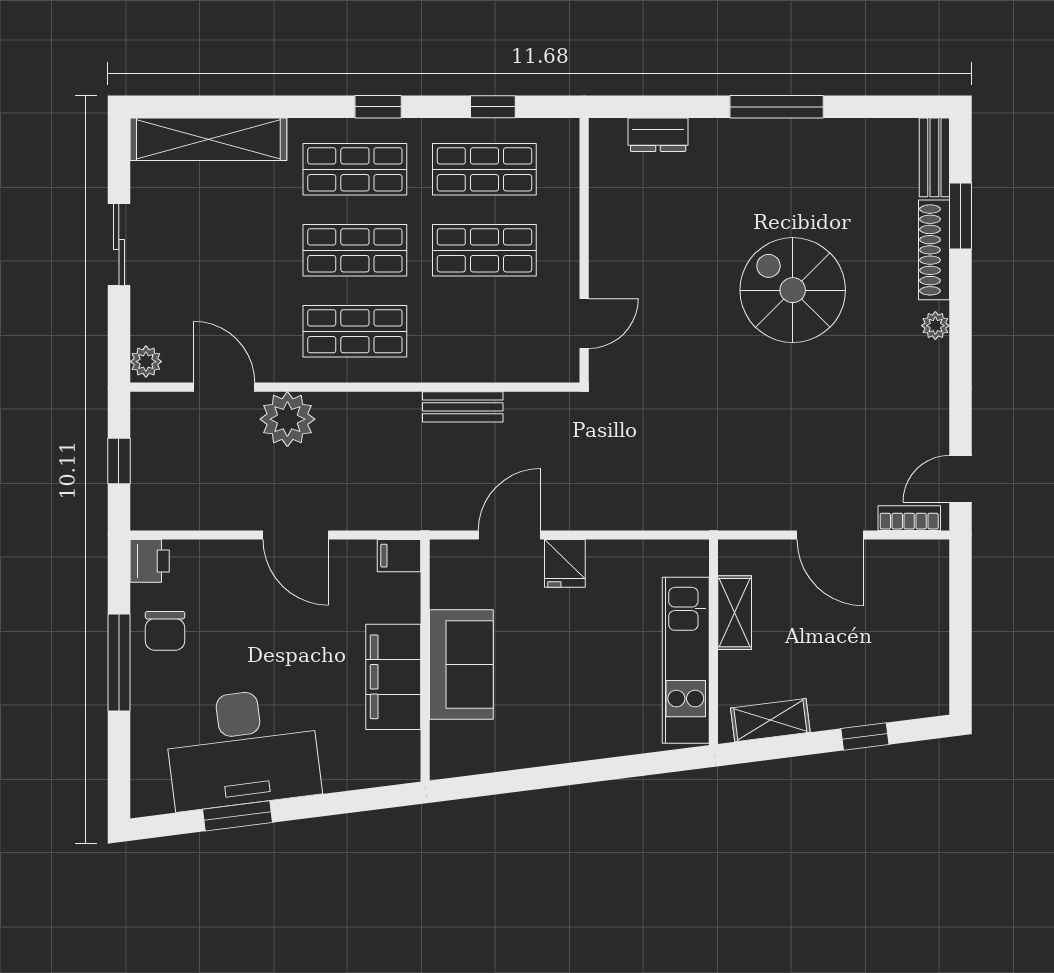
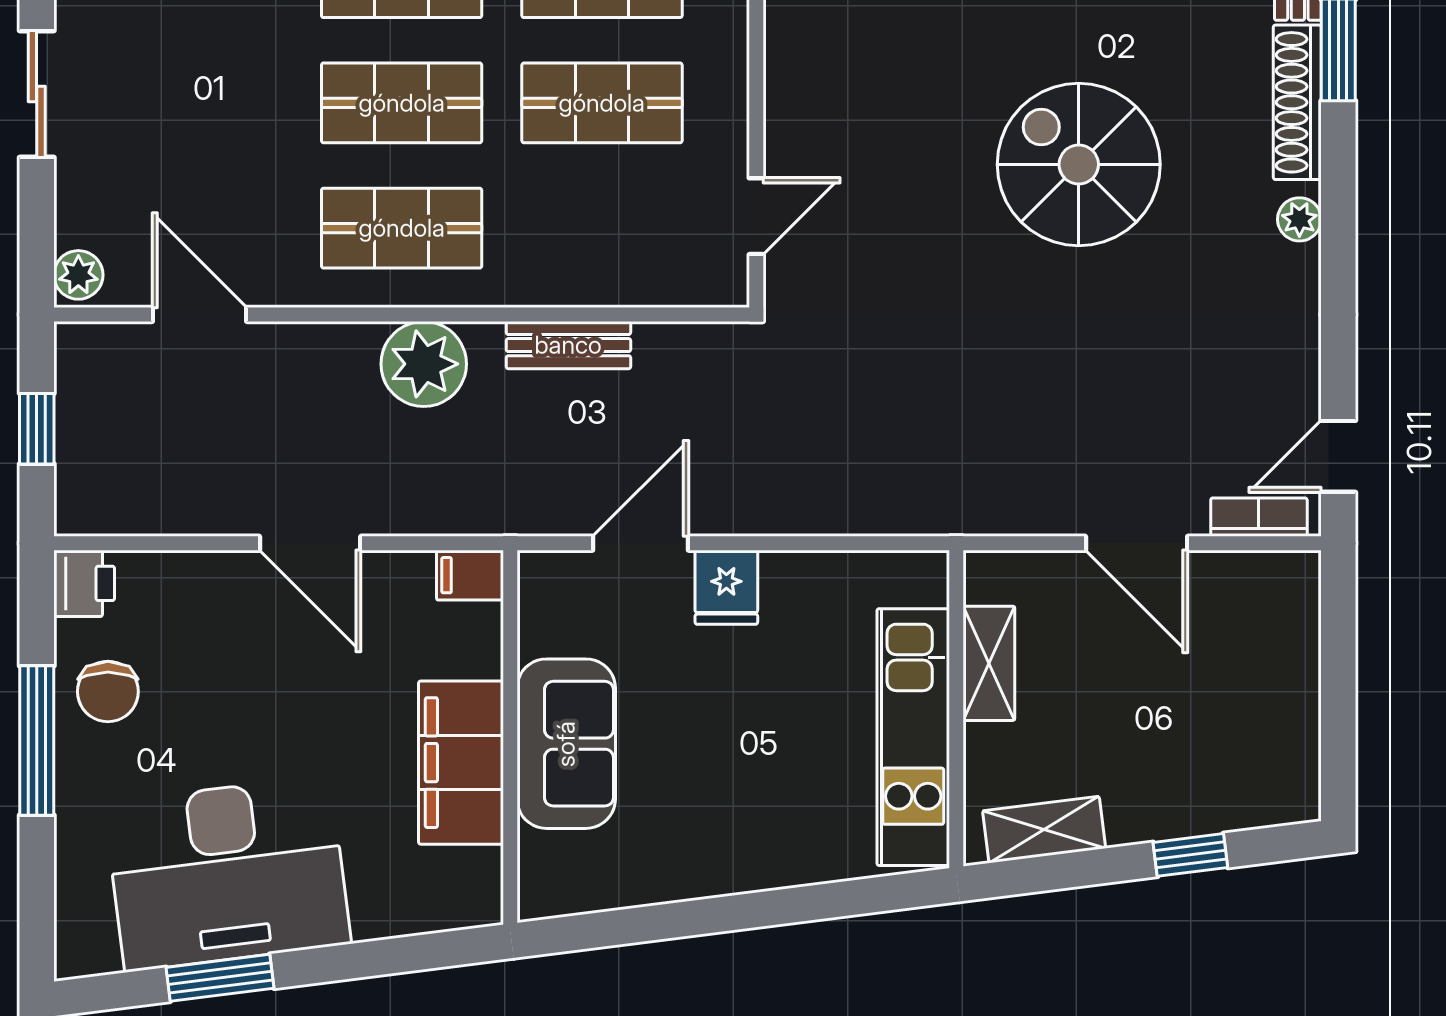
plant: (287, 419) -> (424, 364), moved

